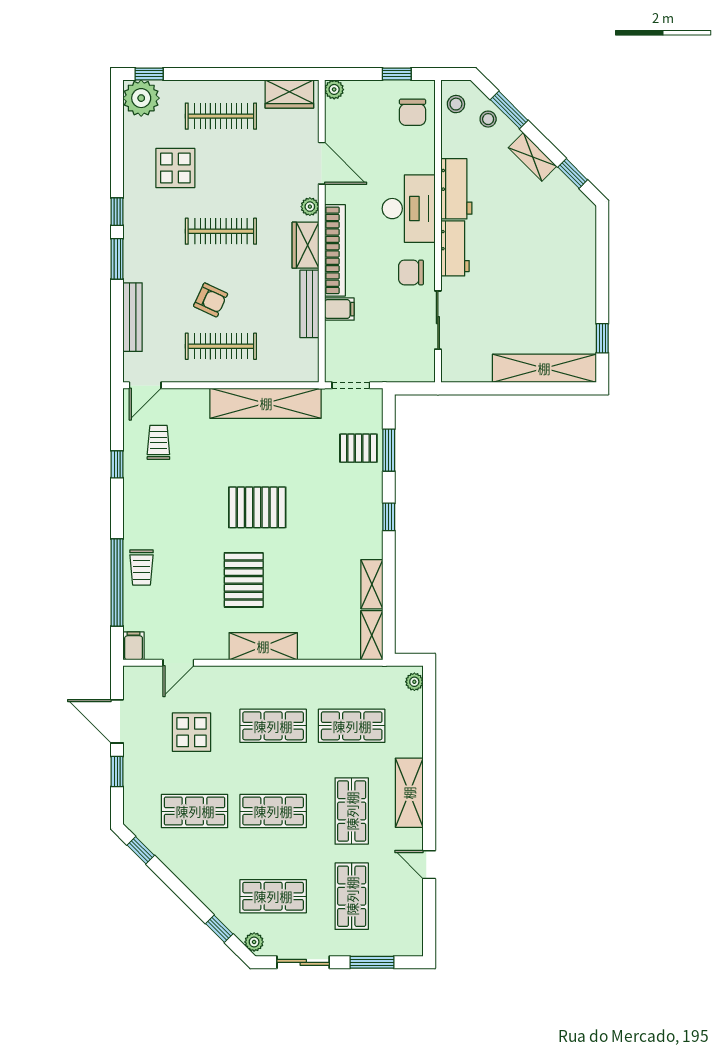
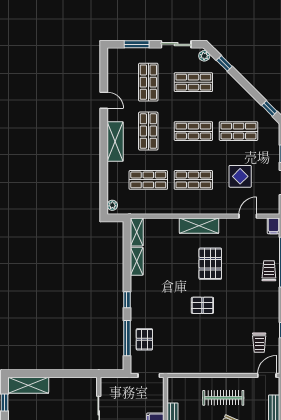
shelving: (544, 368) -> (28, 385), width x0.68
shelving: (266, 403) -> (198, 365), removed
pallet: (358, 448) -> (144, 339), turned 90
window: (389, 450) -> (127, 338), width x1.44
pallet: (257, 507) -> (202, 305), width x0.67, depth x0.71

